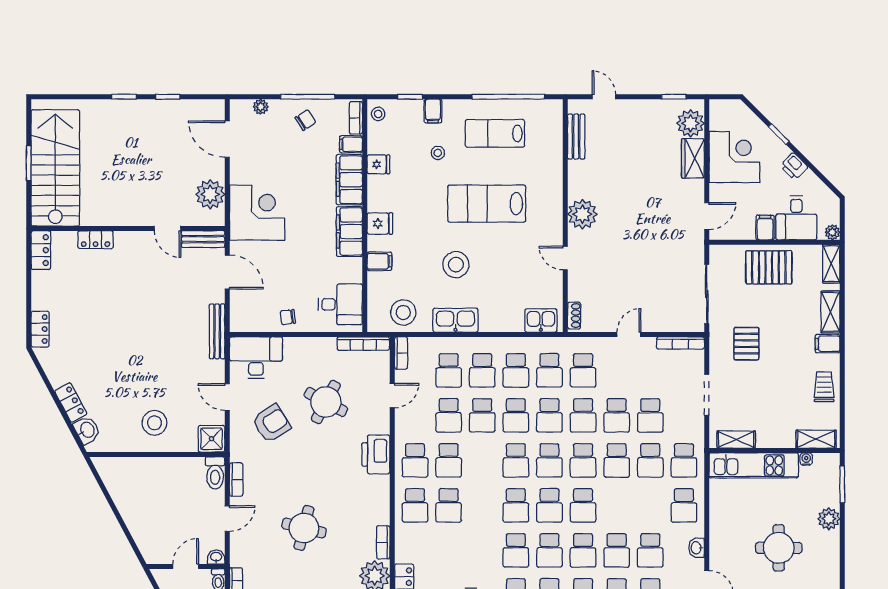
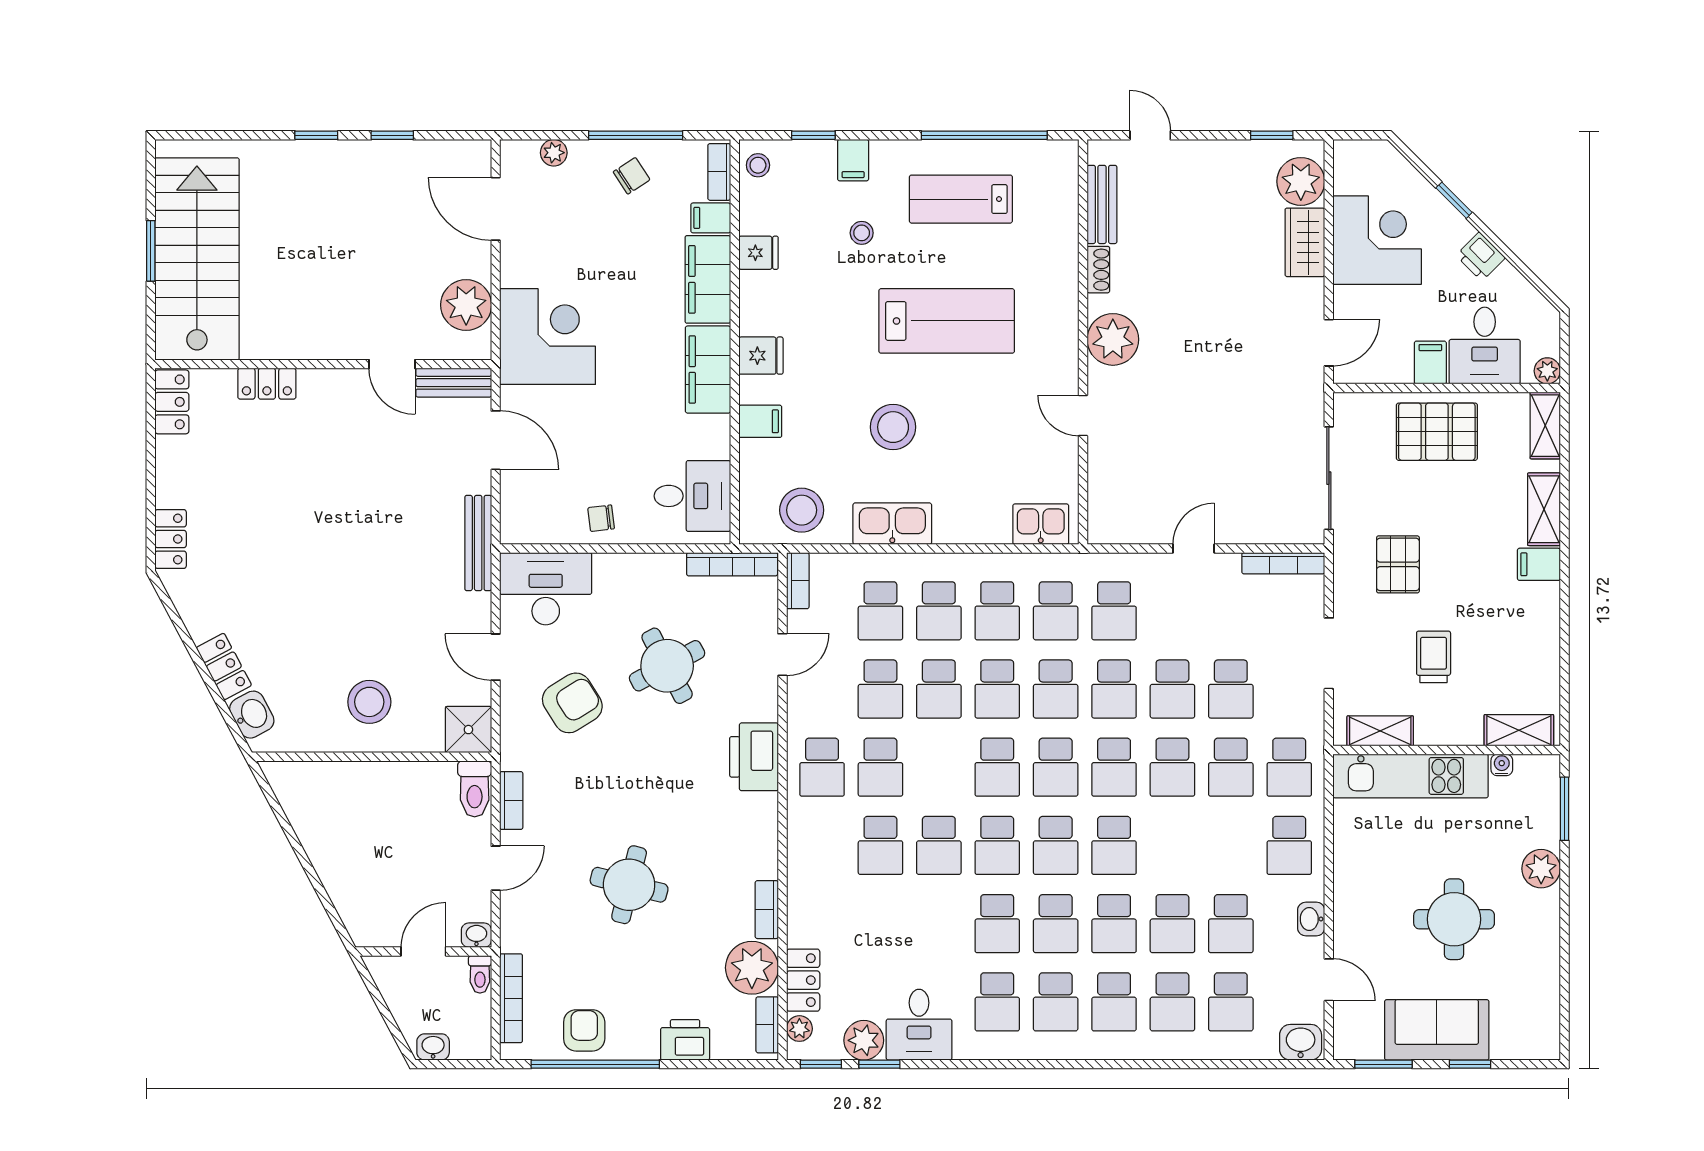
lab bench: (487, 204) -> (947, 321), turned 180
shoe rack: (574, 316) -> (1098, 270), moved
trolley: (824, 387) -> (1434, 657), moved
round table: (326, 402) -> (667, 666), turned 34
school desk: (415, 505) -> (939, 845), moved

